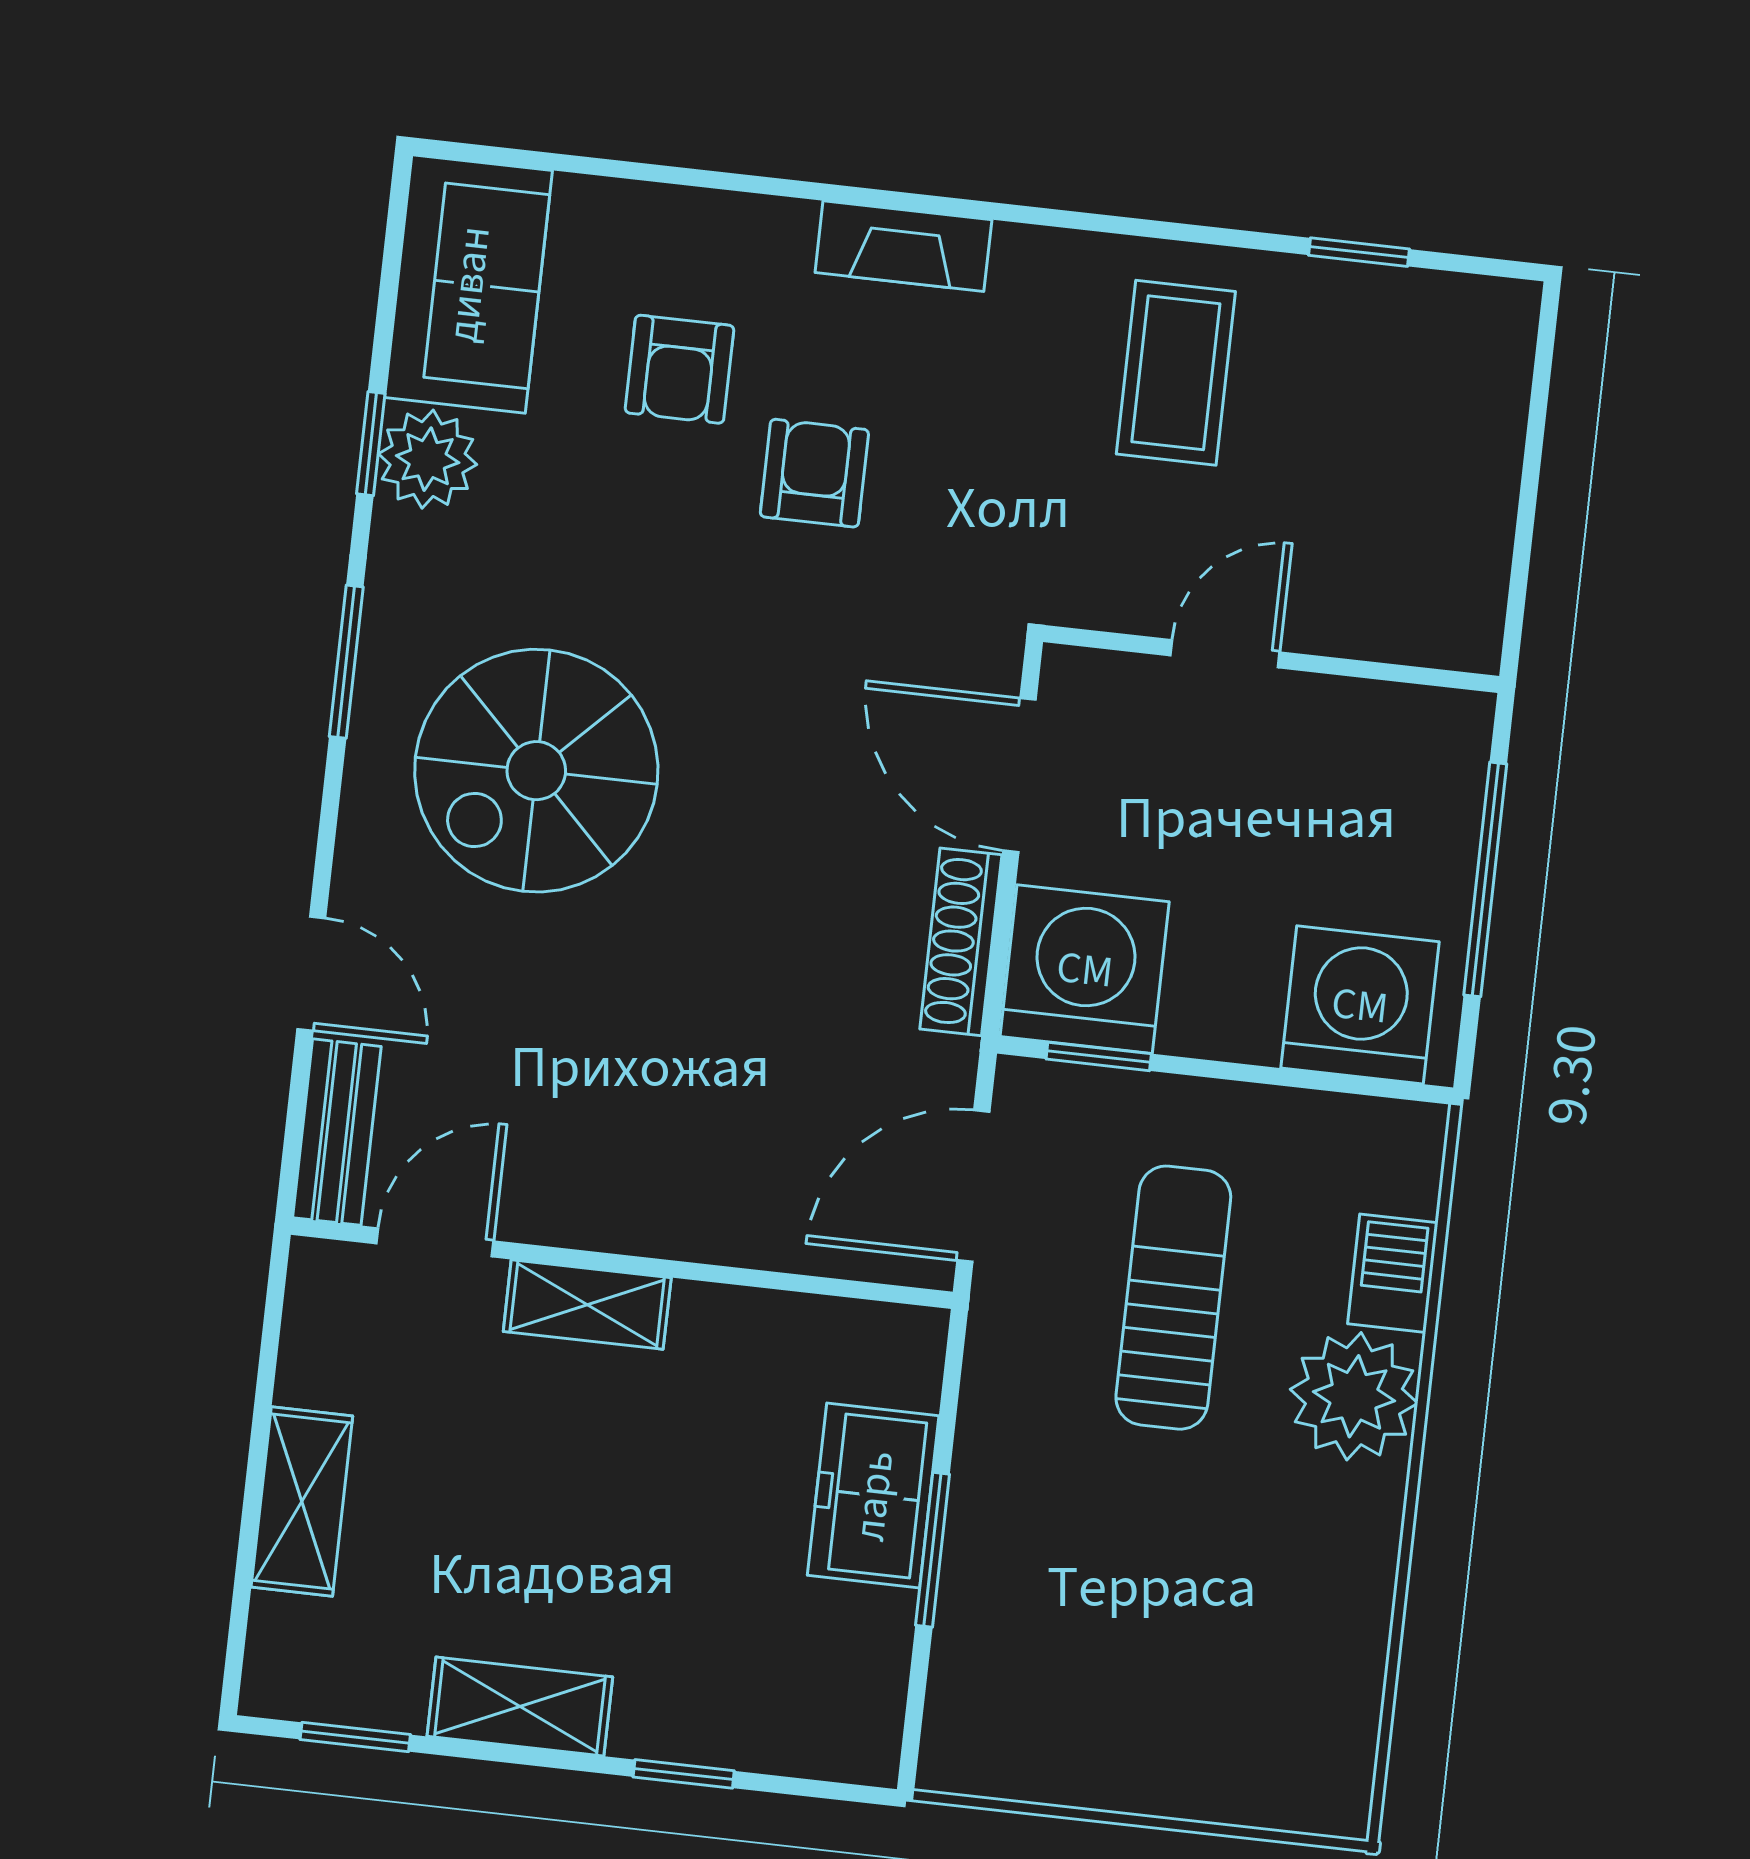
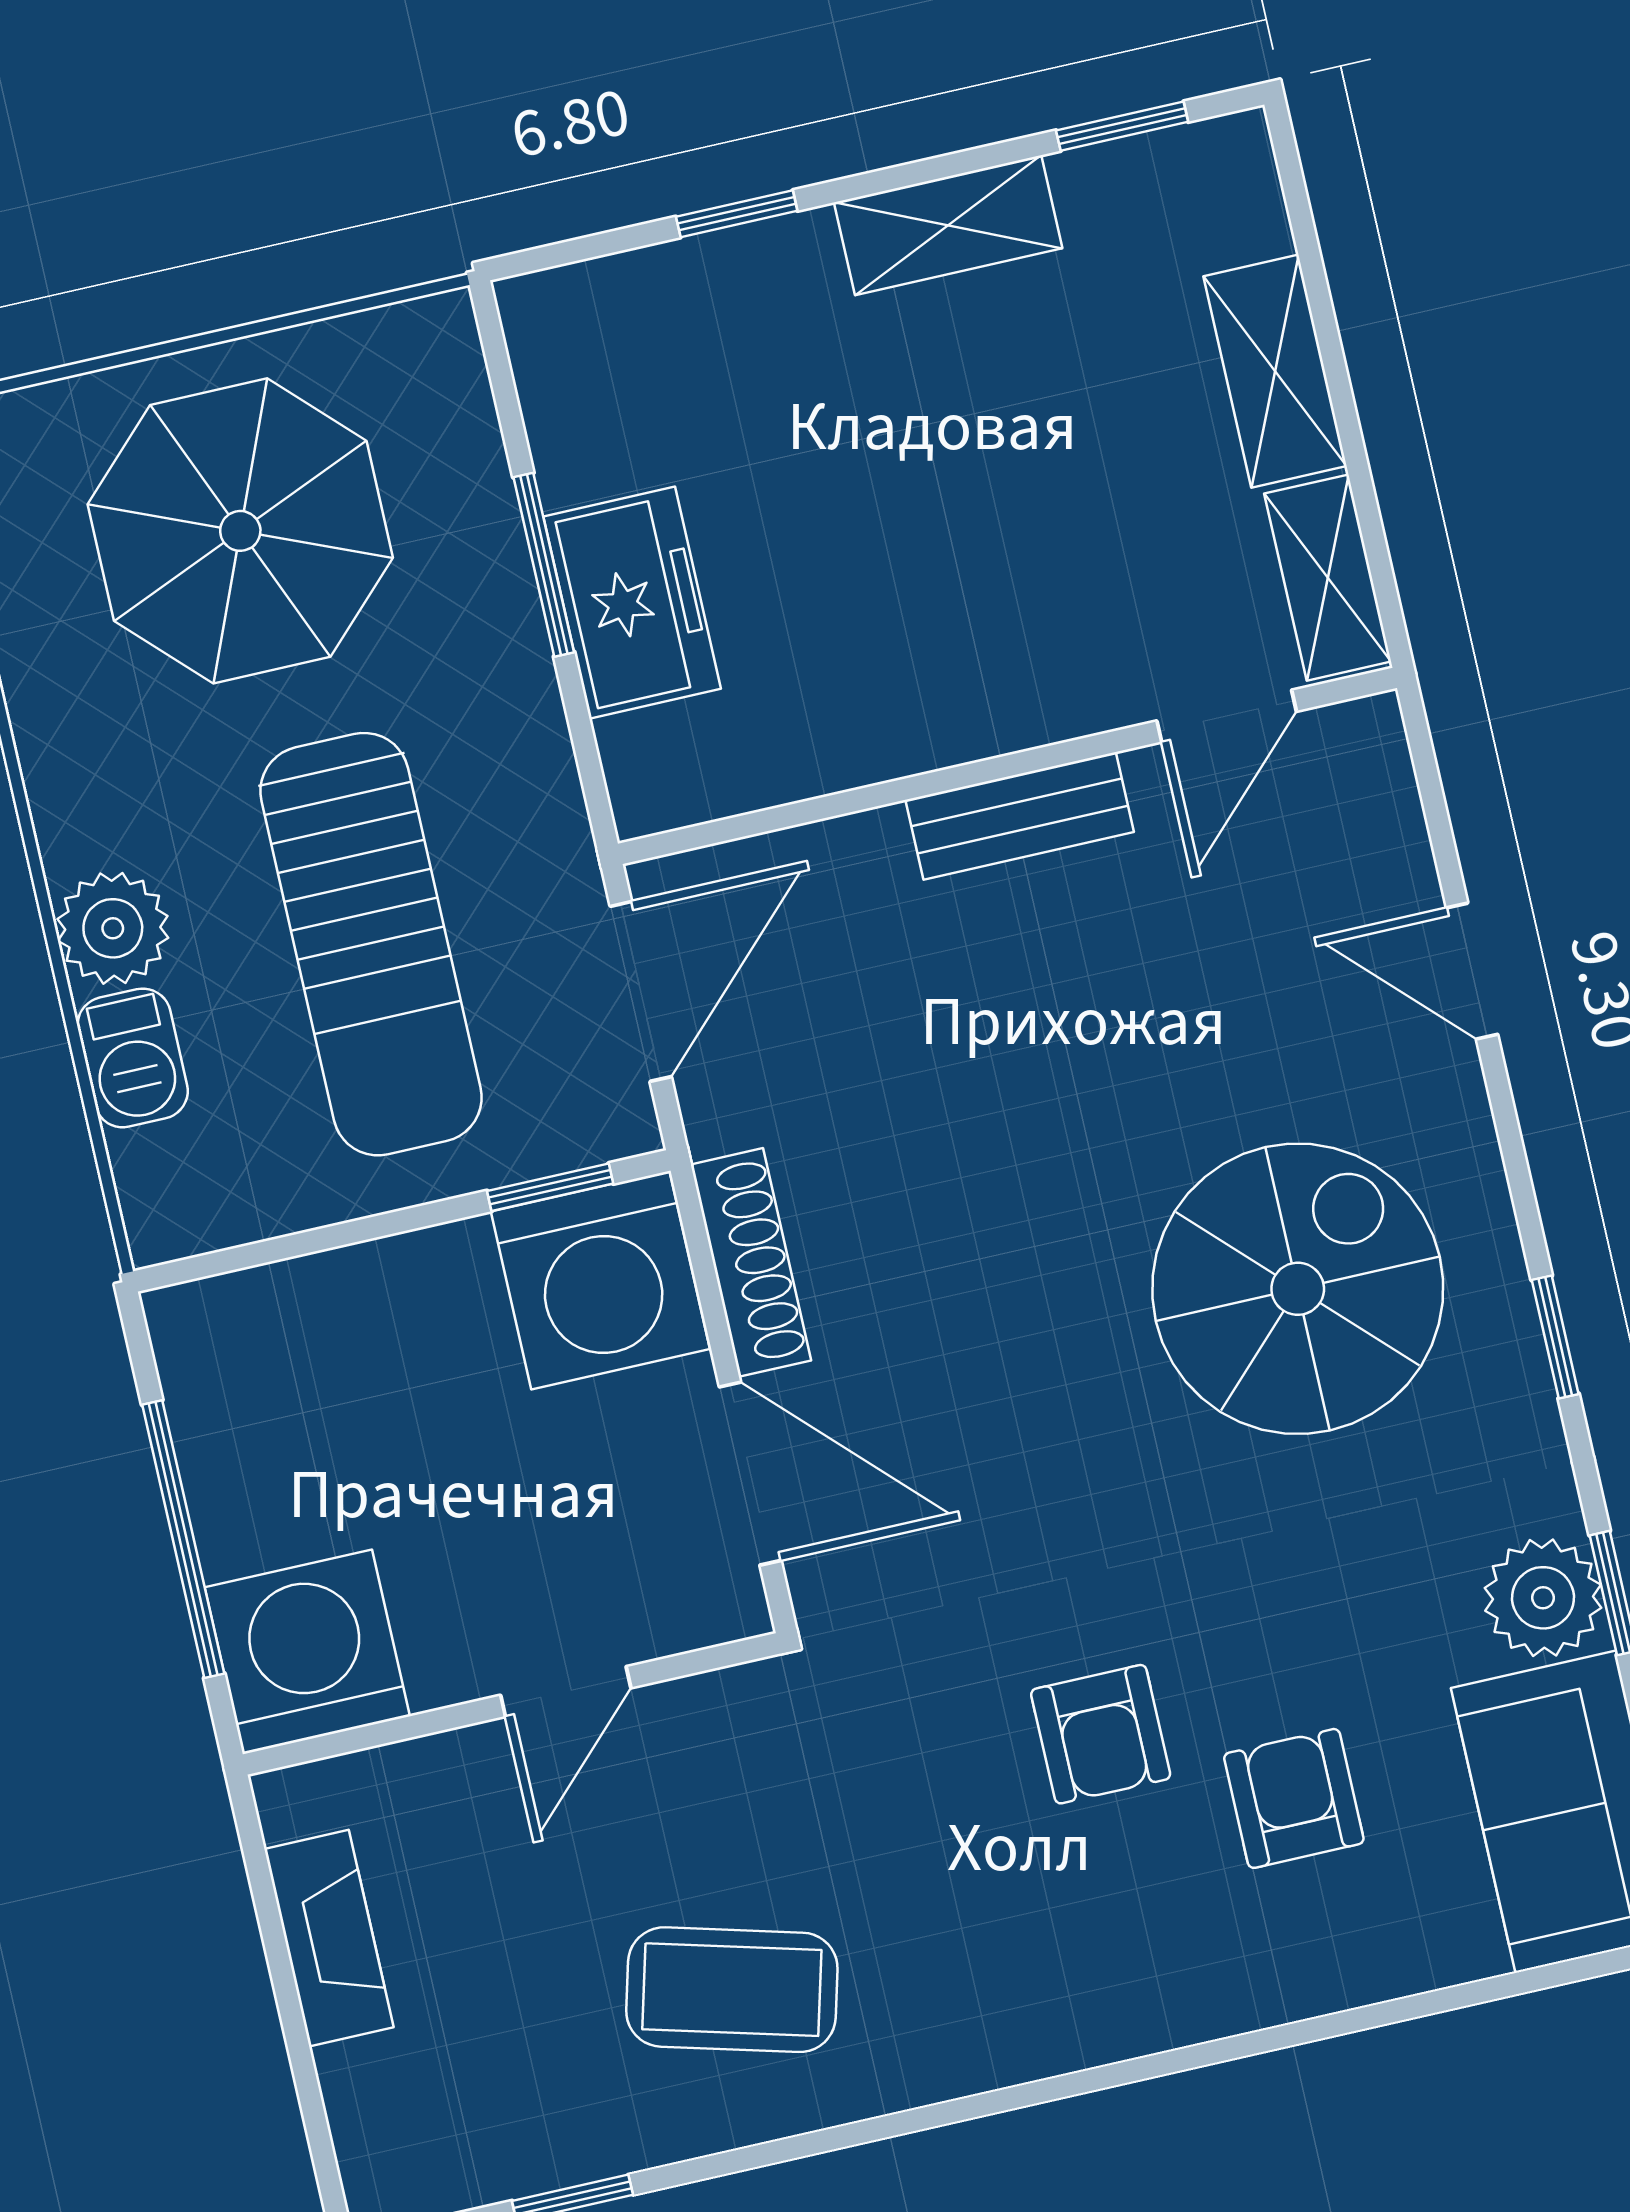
fireplace: (903, 246) -> (329, 1938), moved, turned 90
coffee table: (1176, 373) -> (732, 1990), turned -75
window: (346, 662) -> (1555, 1337), width x0.67
washing machine: (1360, 1005) -> (307, 1652), moved, turned 180
bench: (337, 1132) -> (1020, 816), moved, turned 90
sun lounger: (1173, 1298) -> (371, 944), width x1.36, depth x1.34
shelving: (587, 1305) -> (1328, 578), moved, turned 90
plant: (1354, 1396) -> (113, 928), width x0.73, depth x0.73
parasol: (1163, 1660) -> (240, 531), added

